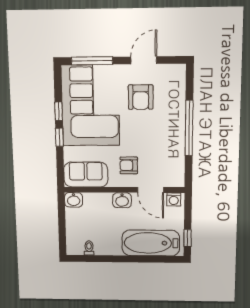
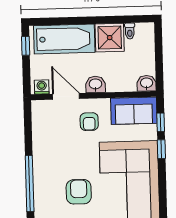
window: (59, 111) -> (161, 122), moved
window: (189, 128) -> (30, 184), moved
armchair: (129, 165) -> (89, 122), turned 90
shower: (108, 243) -> (110, 38), added

